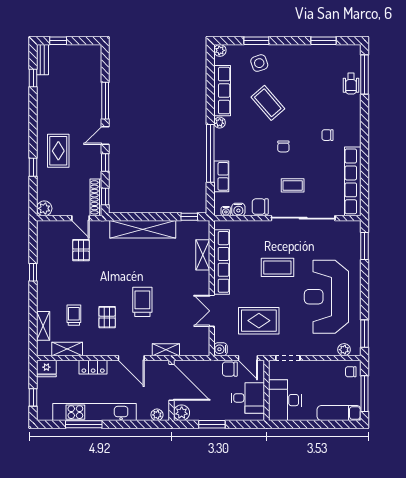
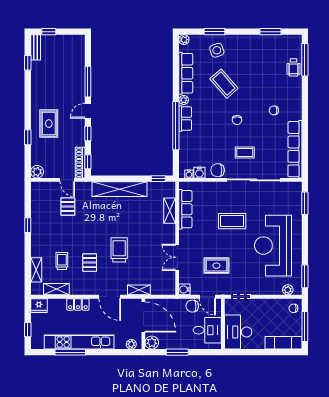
row of seats: (221, 176) -> (185, 119), moved
row of seats: (222, 262) -> (185, 209), width x0.73
rug: (259, 321) -> (216, 266), width x0.73, depth x0.70

